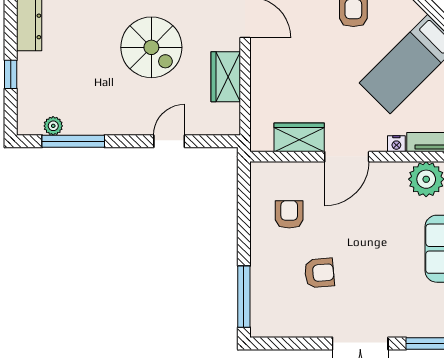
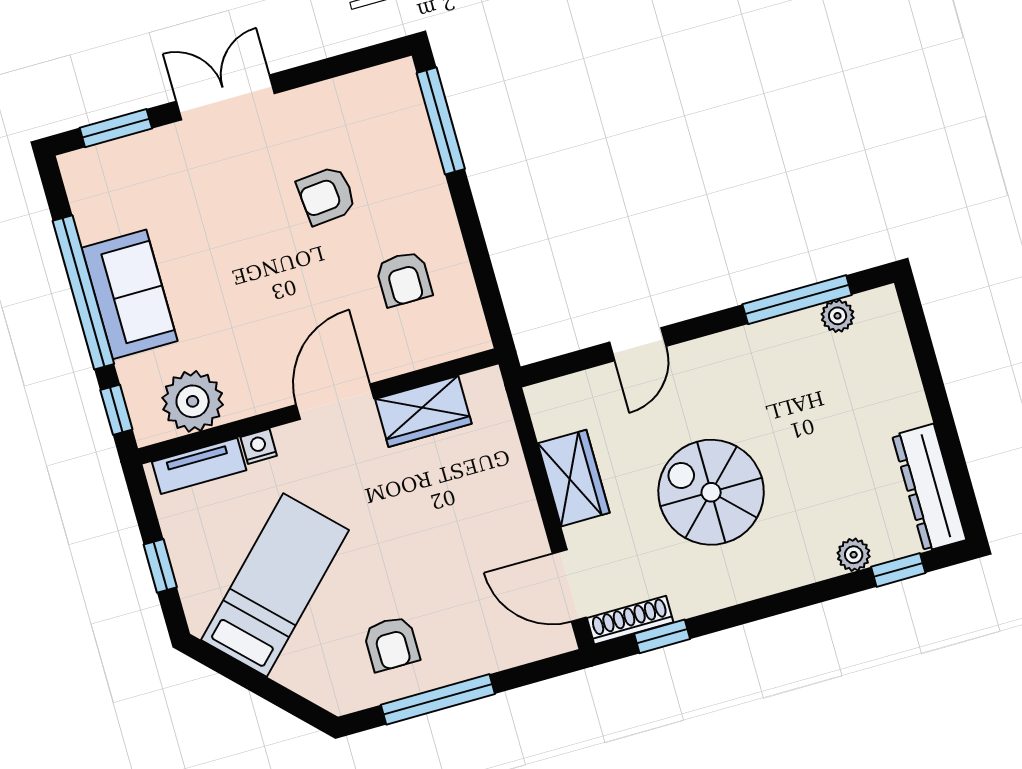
window: (11, 74) -> (932, 382), removed

